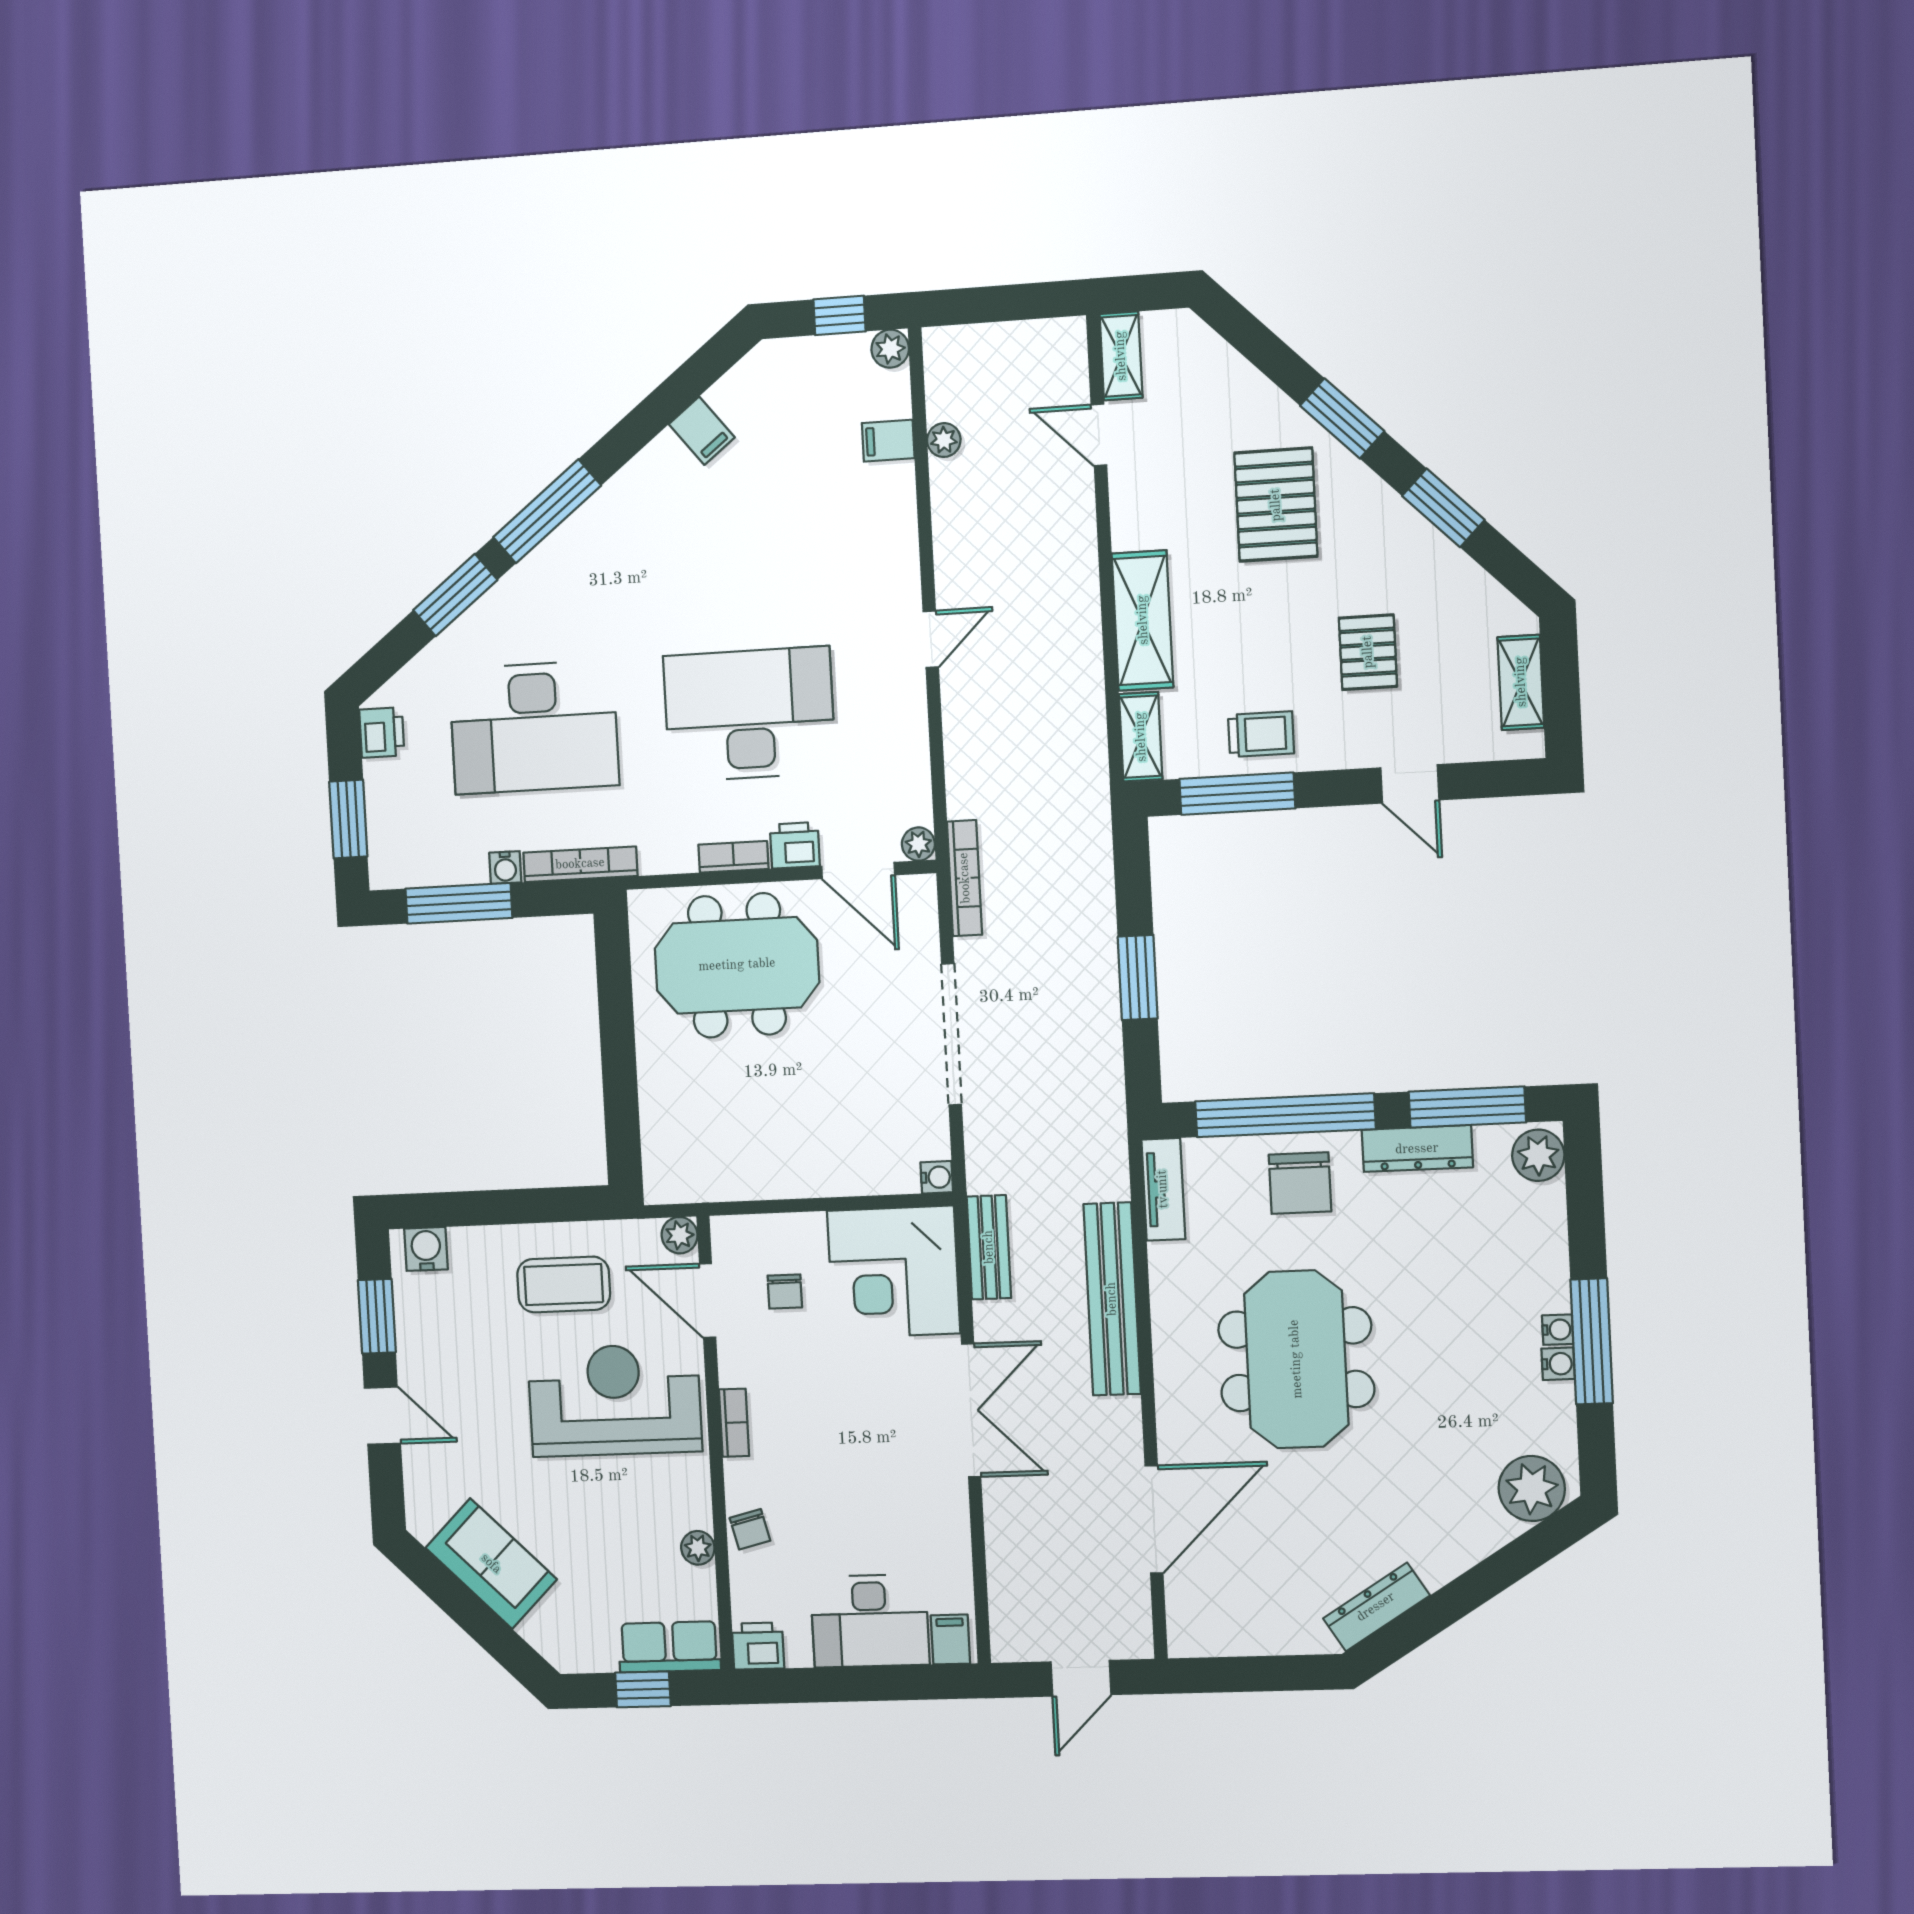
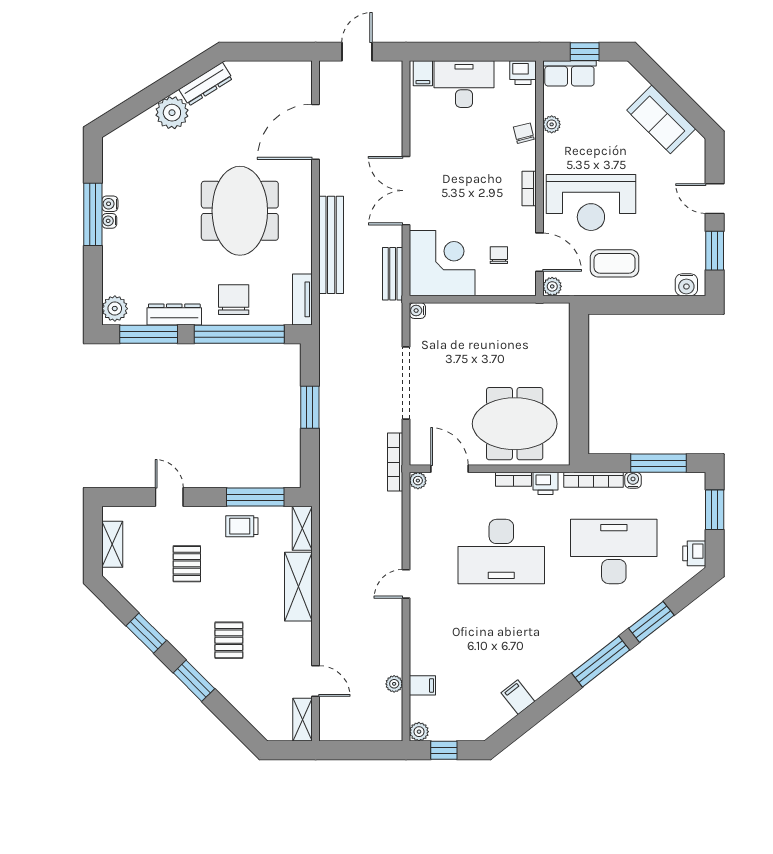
pallet: (1276, 505) -> (229, 640), width x0.67, depth x0.71
printer: (795, 845) -> (545, 483), moved
plant: (1532, 1488) -> (172, 113), moved

